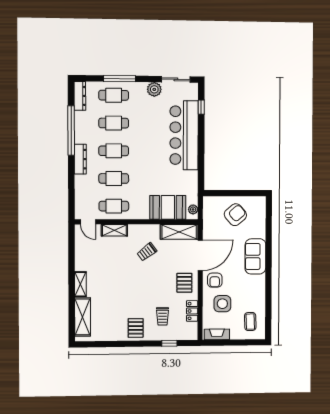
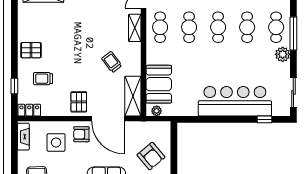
plant: (154, 89) -> (283, 54), moved
pallet: (184, 283) -> (79, 102), turned 90
locker: (192, 311) -> (29, 110), moved

